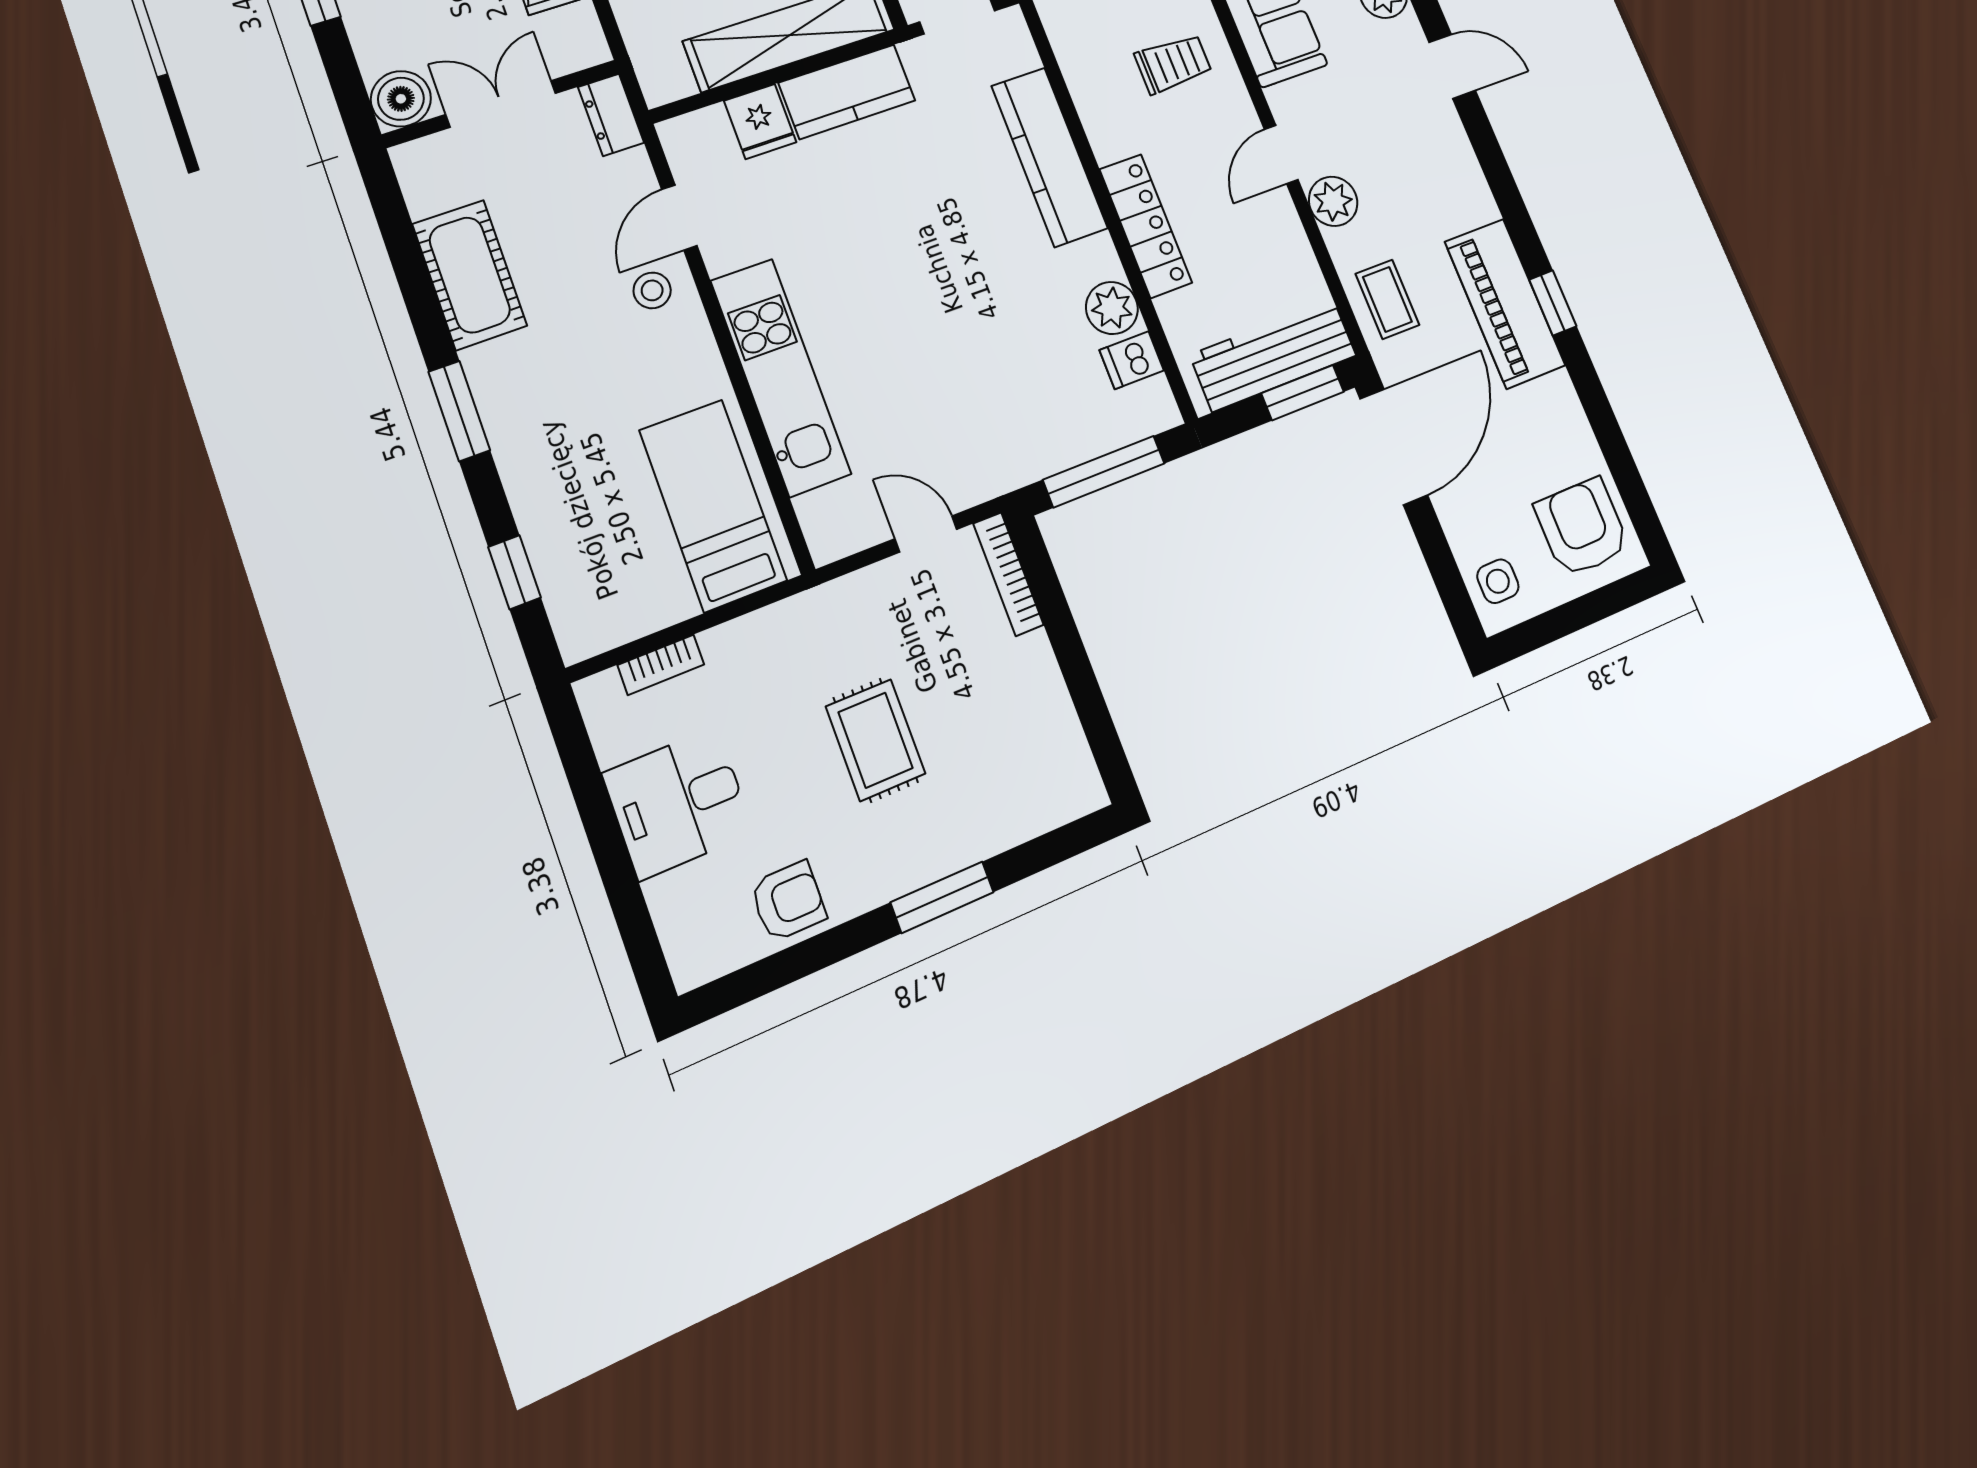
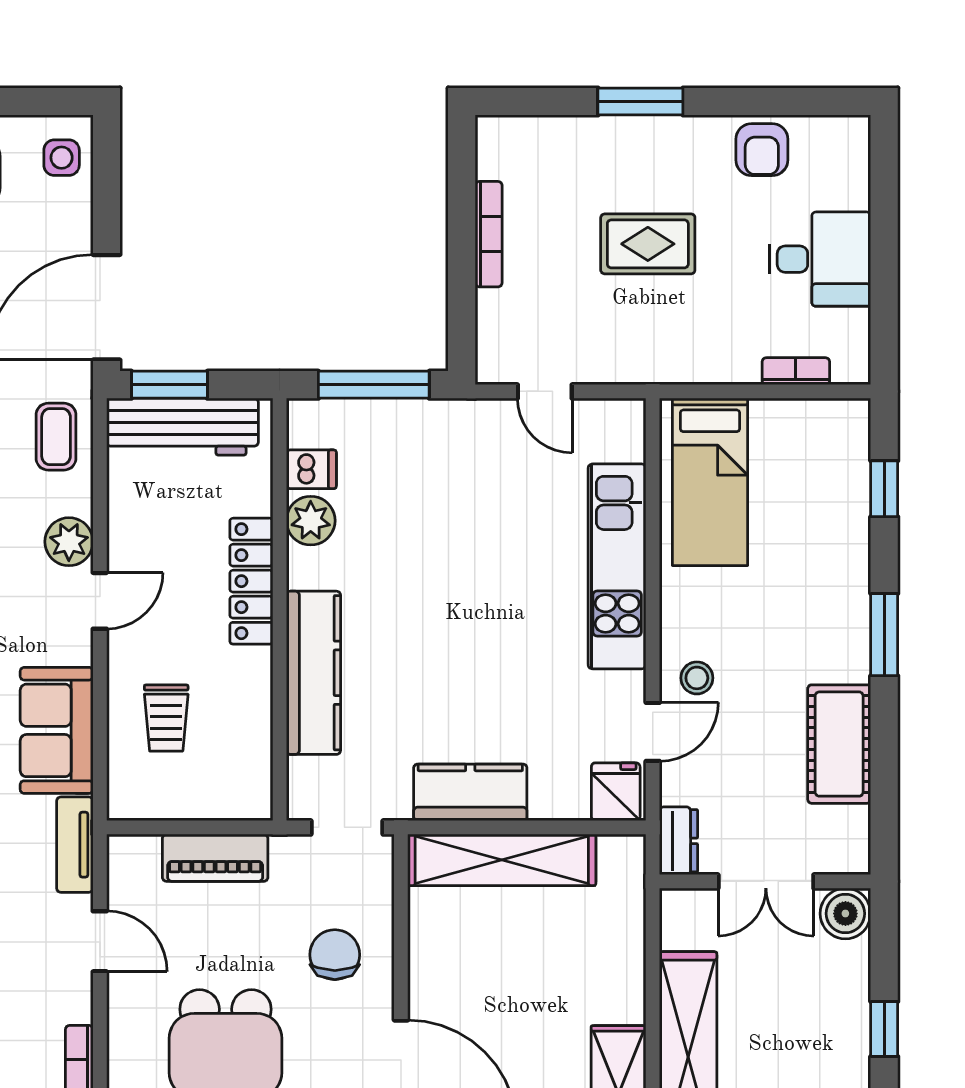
trolley: (1173, 64) -> (166, 718), turned -90
fridge: (760, 121) -> (616, 792), moved
bookcase: (1008, 574) -> (489, 234), moved
rug: (876, 740) -> (648, 244), turned 90
armchair: (788, 901) -> (762, 150), turned -90

